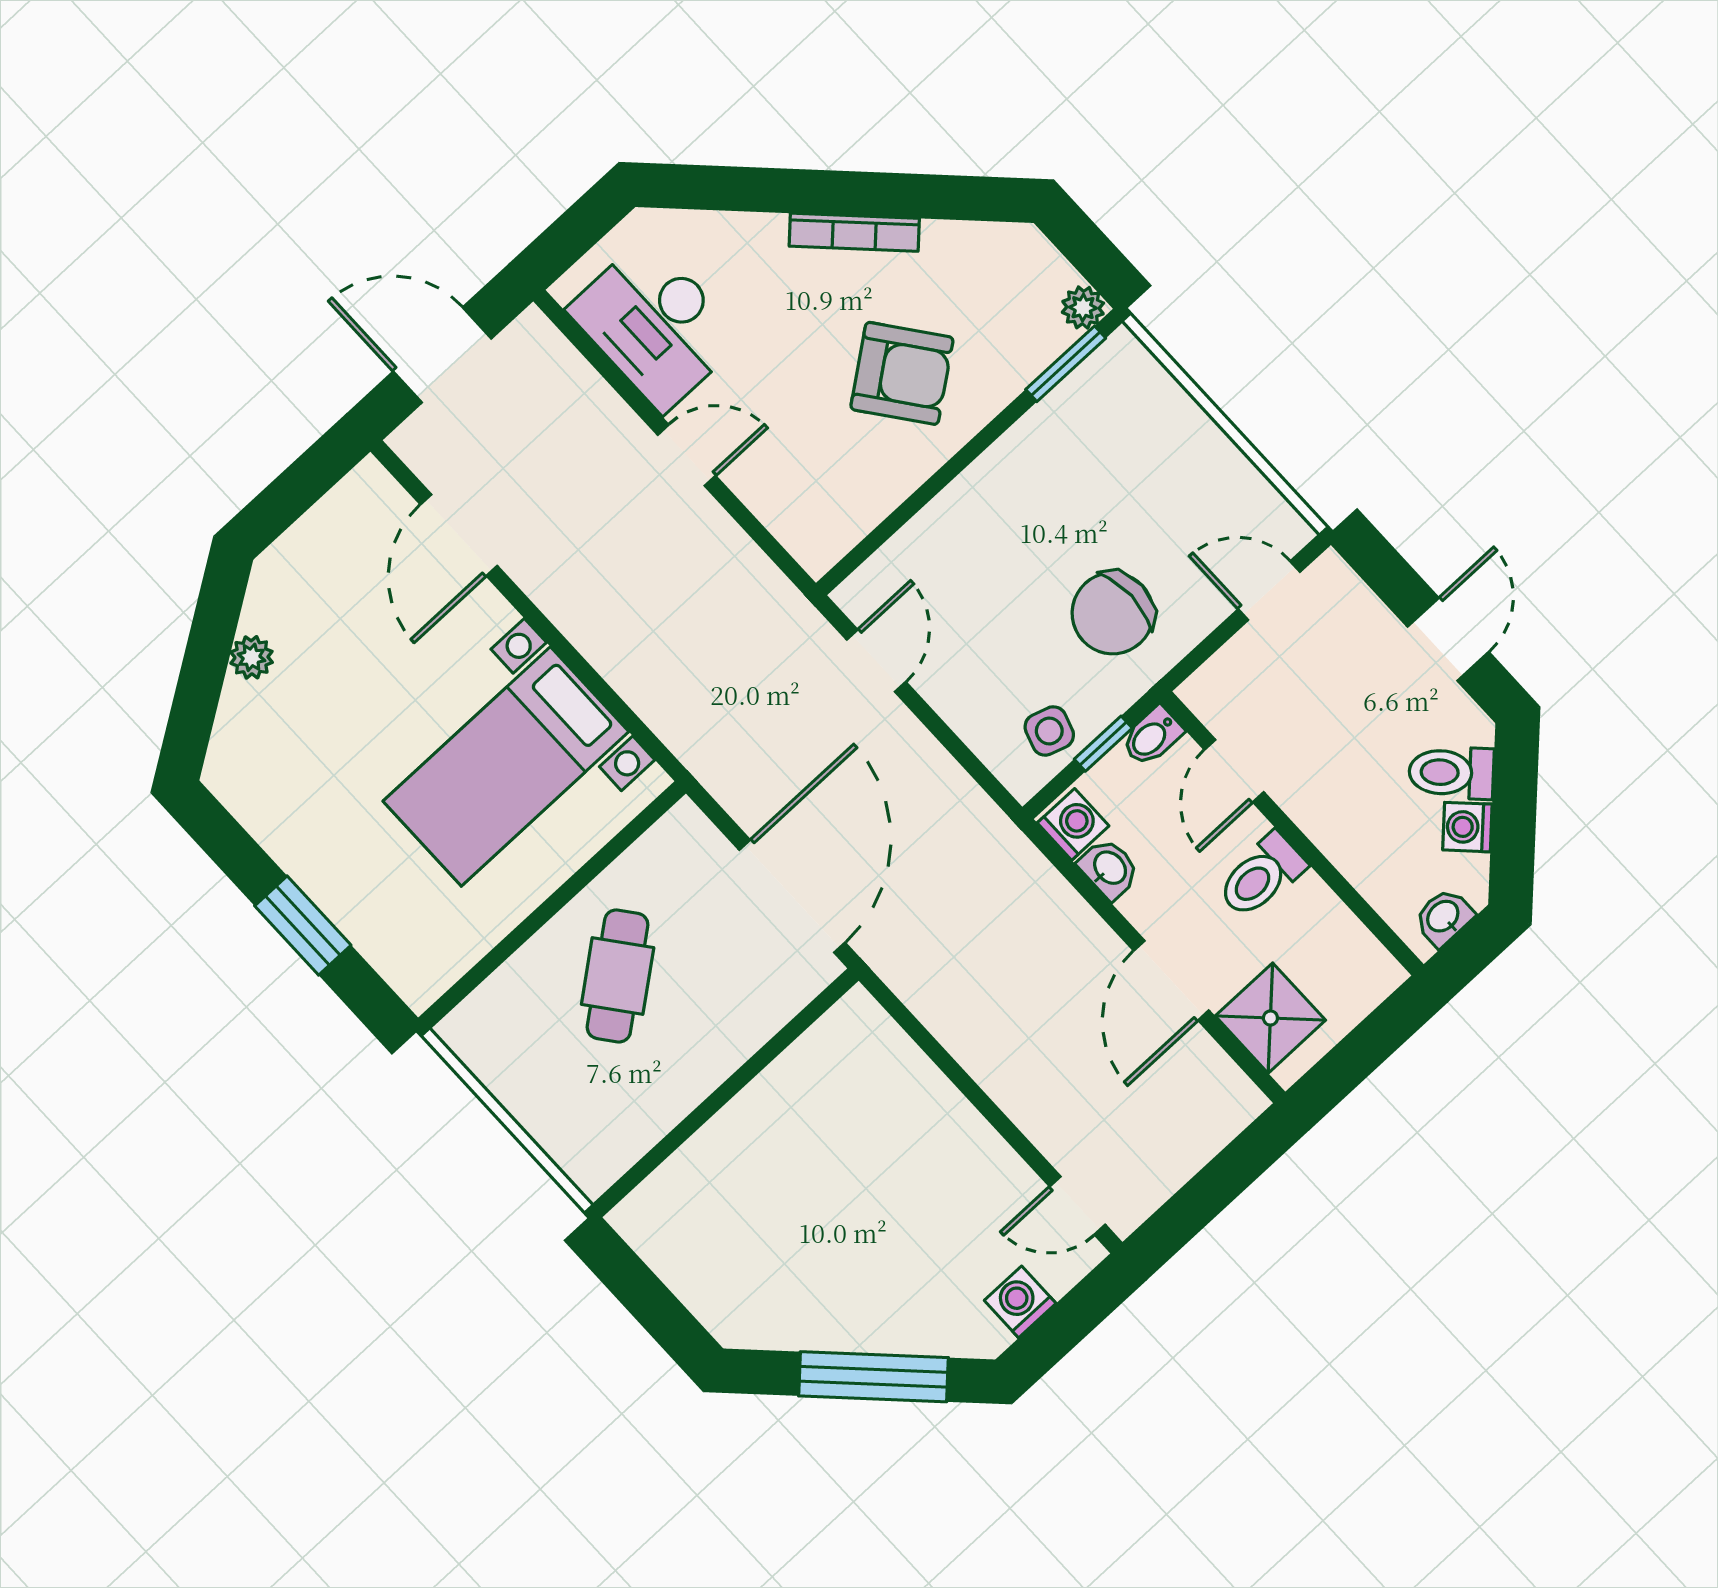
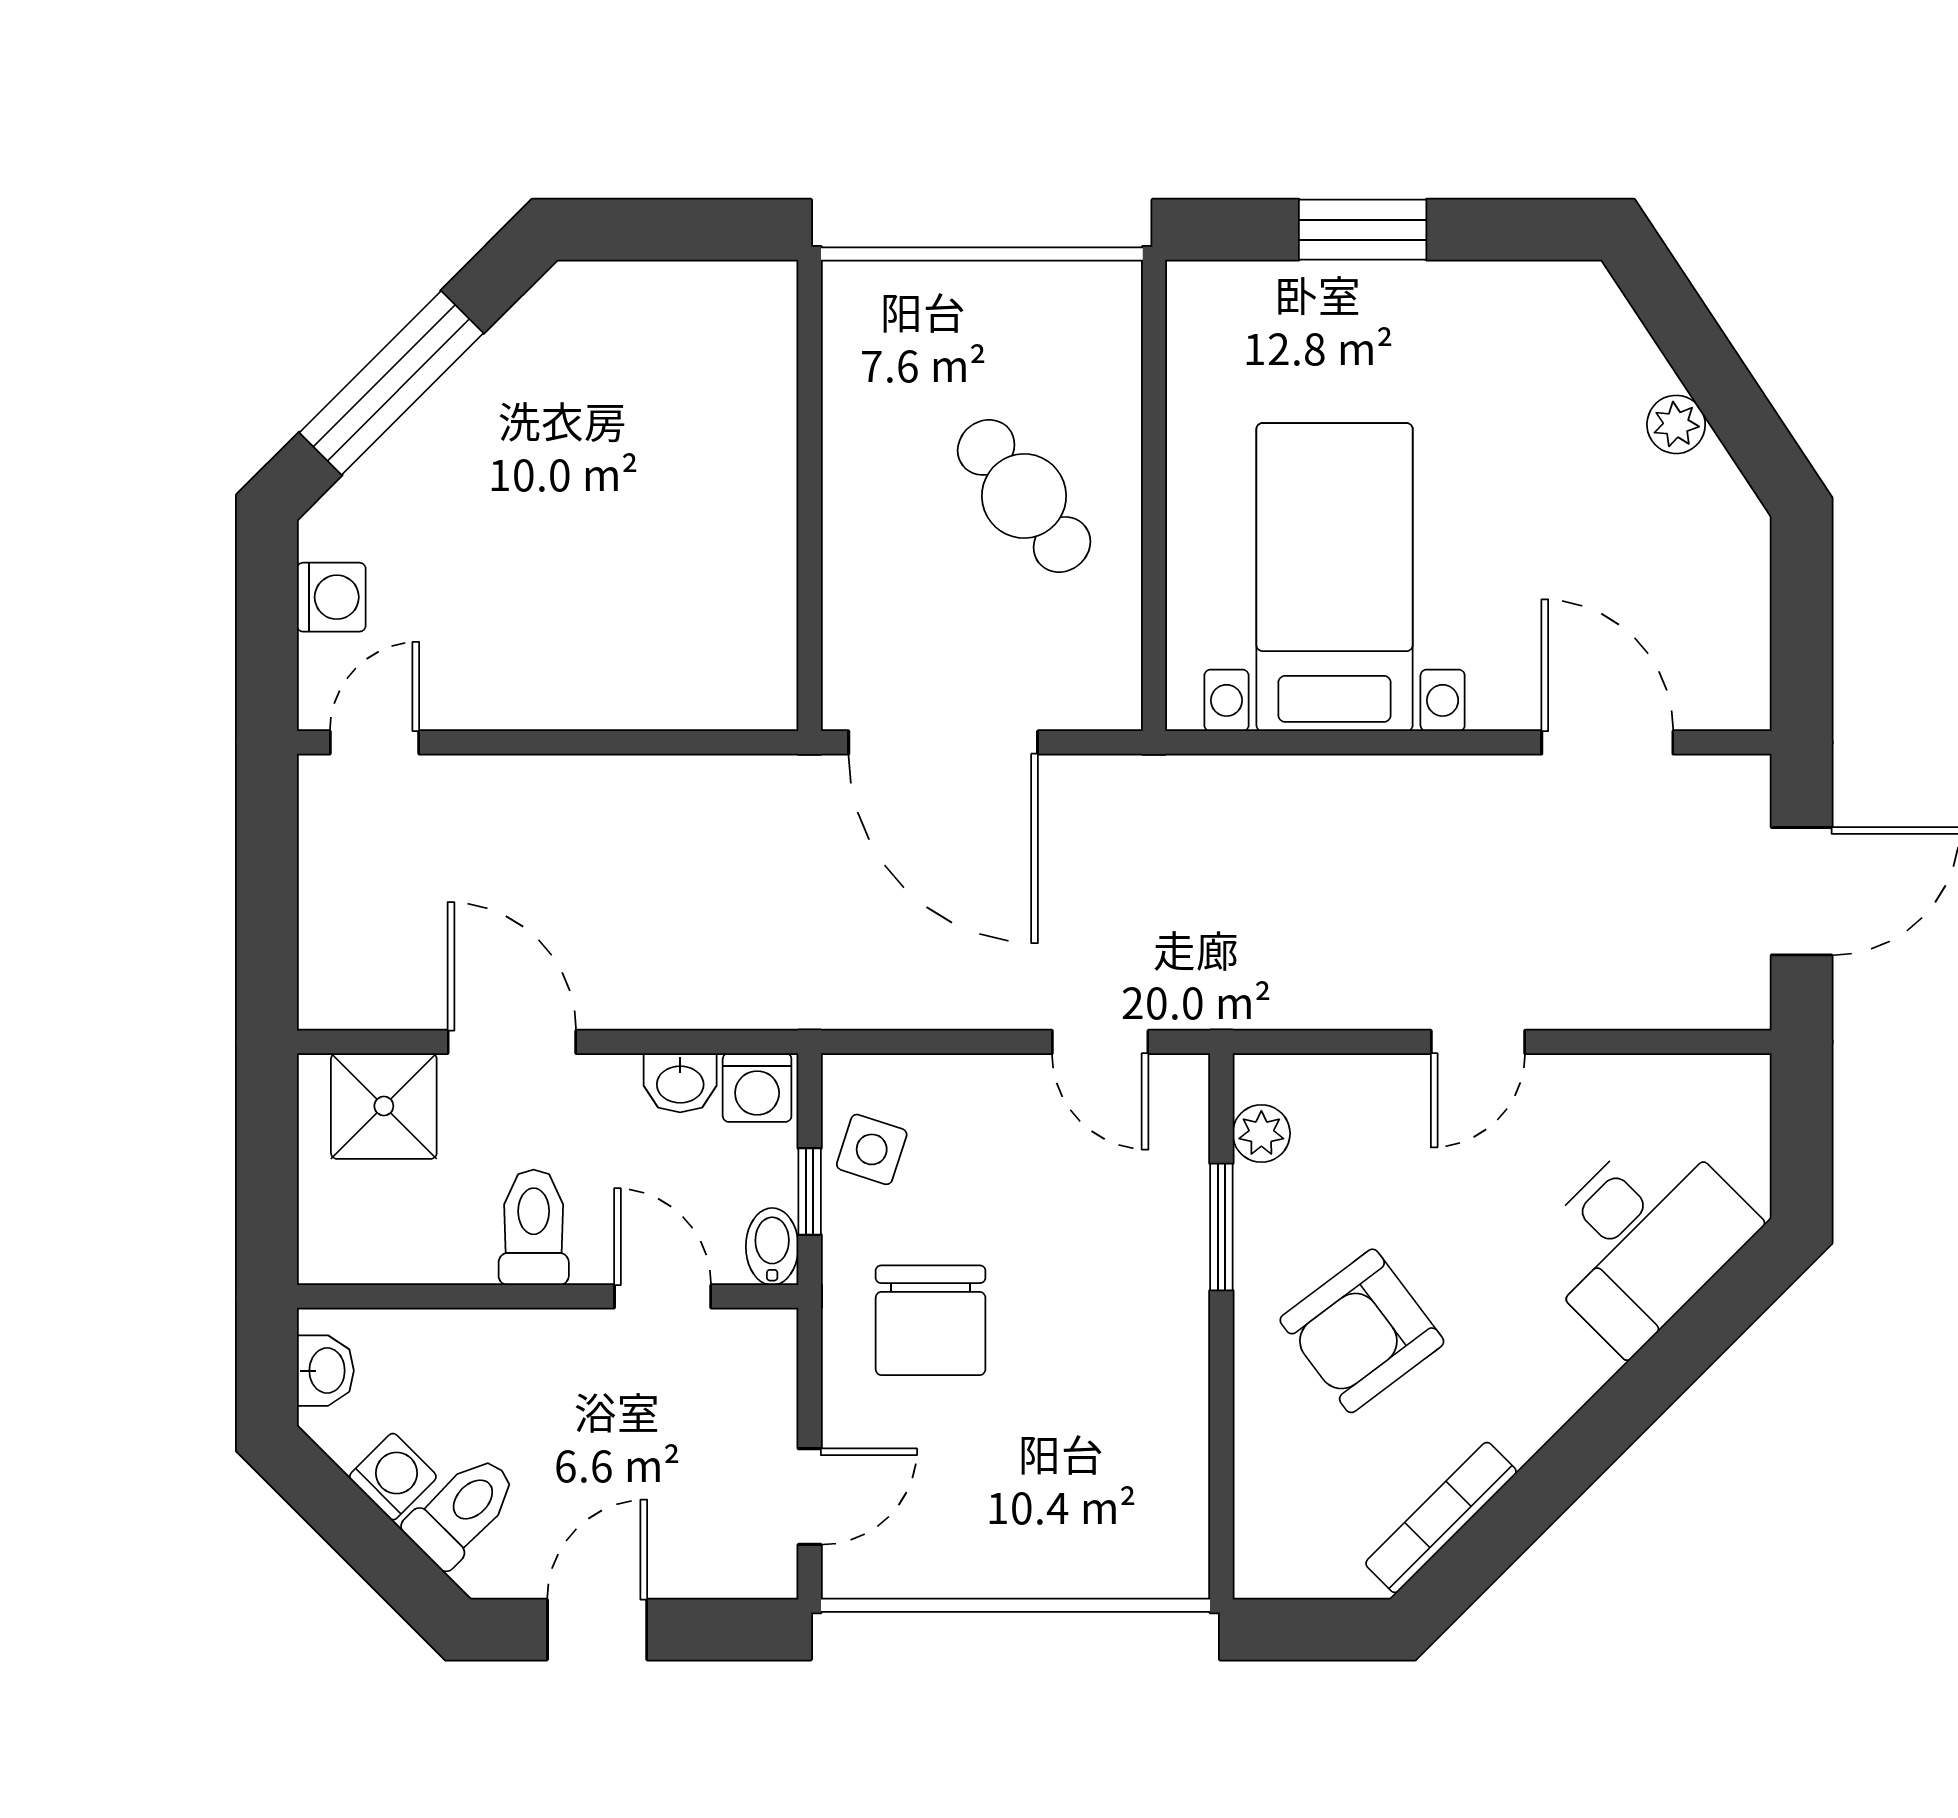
bookcase: (854, 232) -> (1441, 1518), moved
plant: (1083, 308) -> (1261, 1134), moved
desk: (655, 324) -> (1642, 1238), moved, turned 135
window: (1066, 364) -> (1221, 1227), moved
chair: (1113, 613) -> (931, 1320), turned 180
door: (1448, 639) -> (597, 1630), swing flipped

